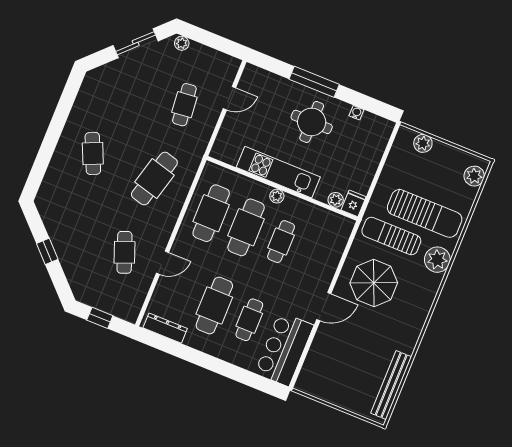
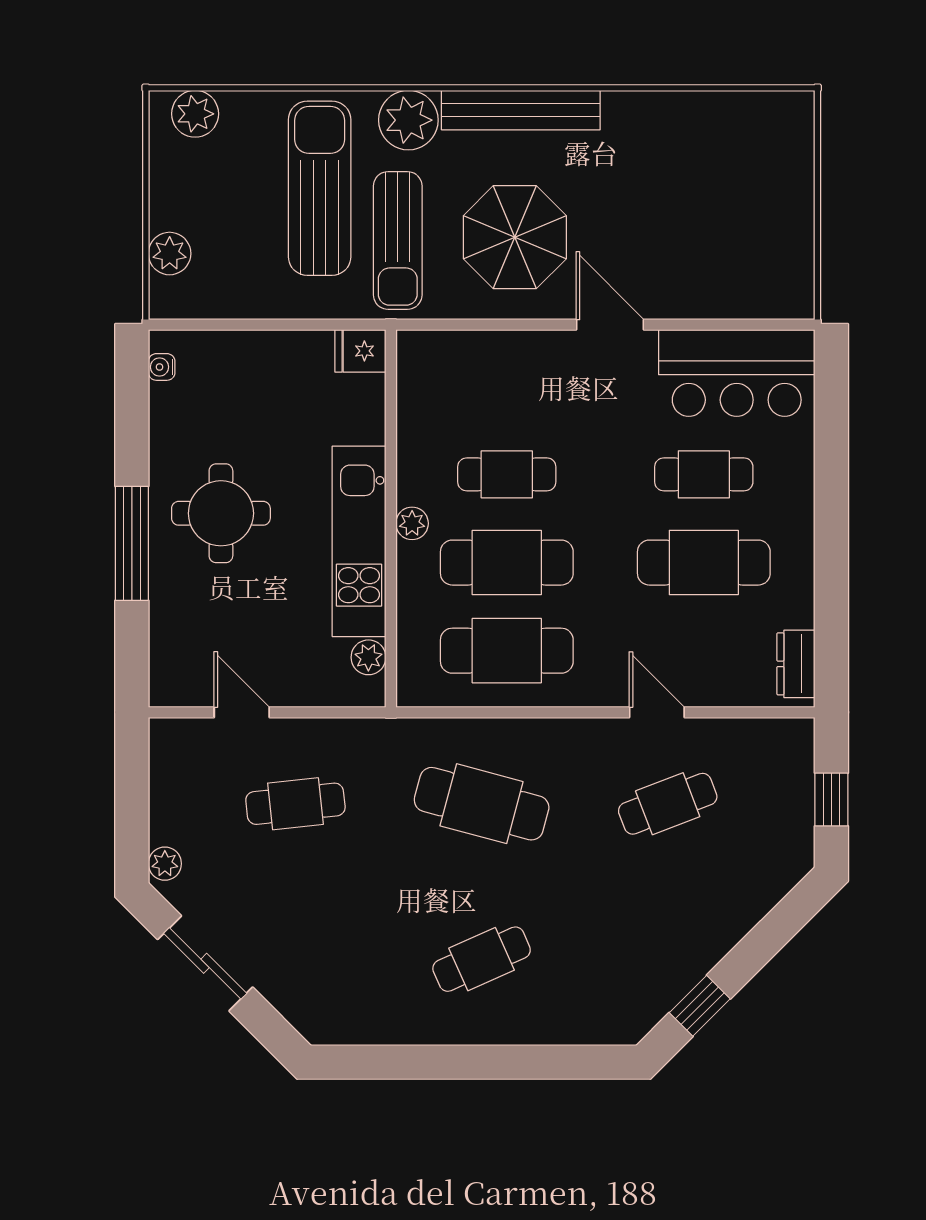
water cooler: (356, 113) -> (162, 367), moved
plant: (336, 200) -> (368, 657), moved
window: (47, 251) -> (700, 1006), moved
dresser: (165, 328) -> (796, 664), width x0.70
bench: (391, 385) -> (521, 110), moved

